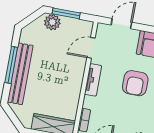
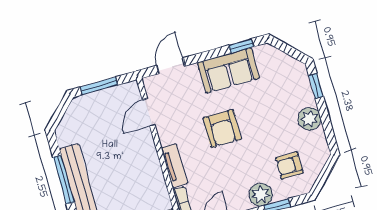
plant: (52, 22) -> (88, 104), removed
tv unit: (93, 80) -> (174, 166), moved

